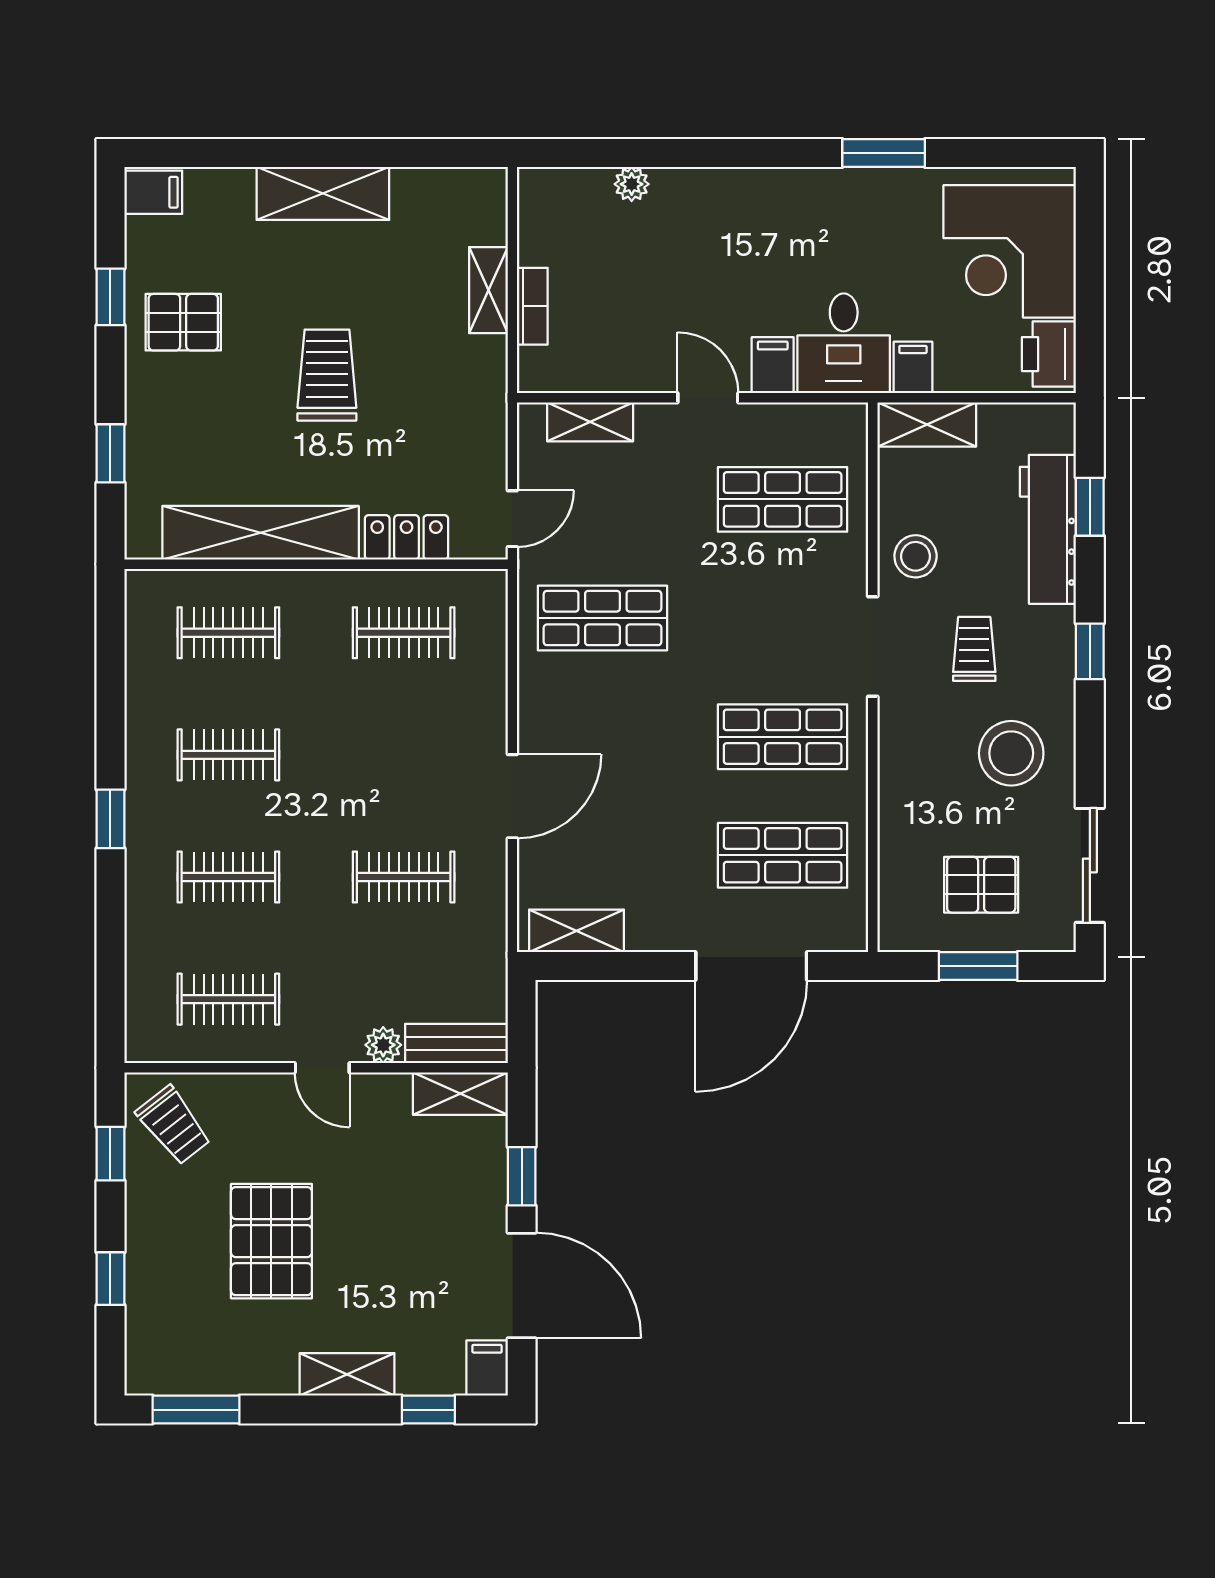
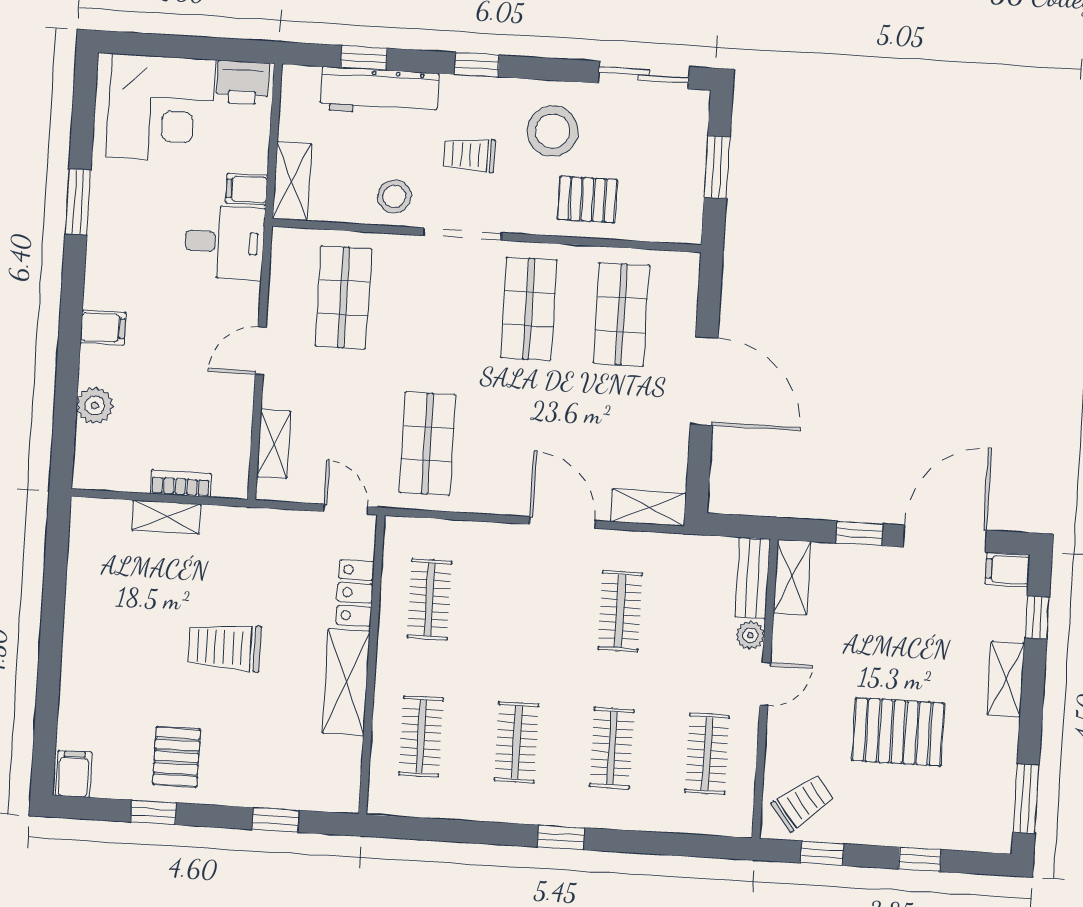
plant: (632, 184) -> (95, 406), width x1.38, depth x1.38
shelving: (323, 193) -> (83, 642), removed
filing cabinet: (773, 365) -> (103, 328), moved, turned 180
shelving: (261, 533) -> (346, 682), width x0.68
pallet: (981, 885) -> (587, 200), moved, turned 90
shelving: (576, 931) -> (648, 507), moved, turned 90
door: (751, 966) -> (704, 381), moved

